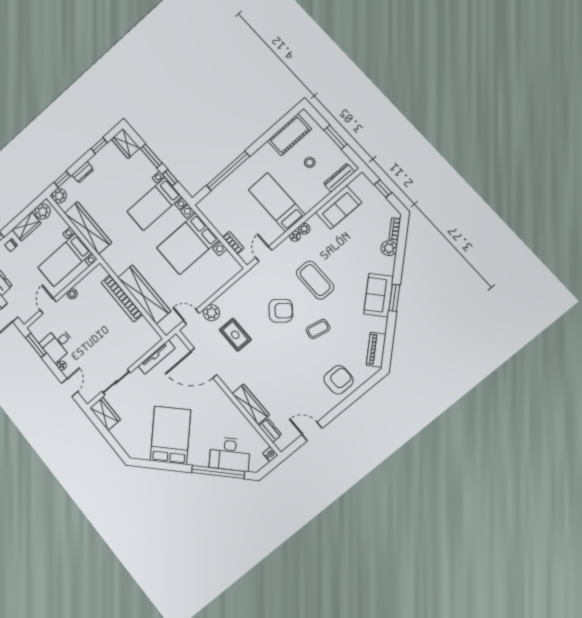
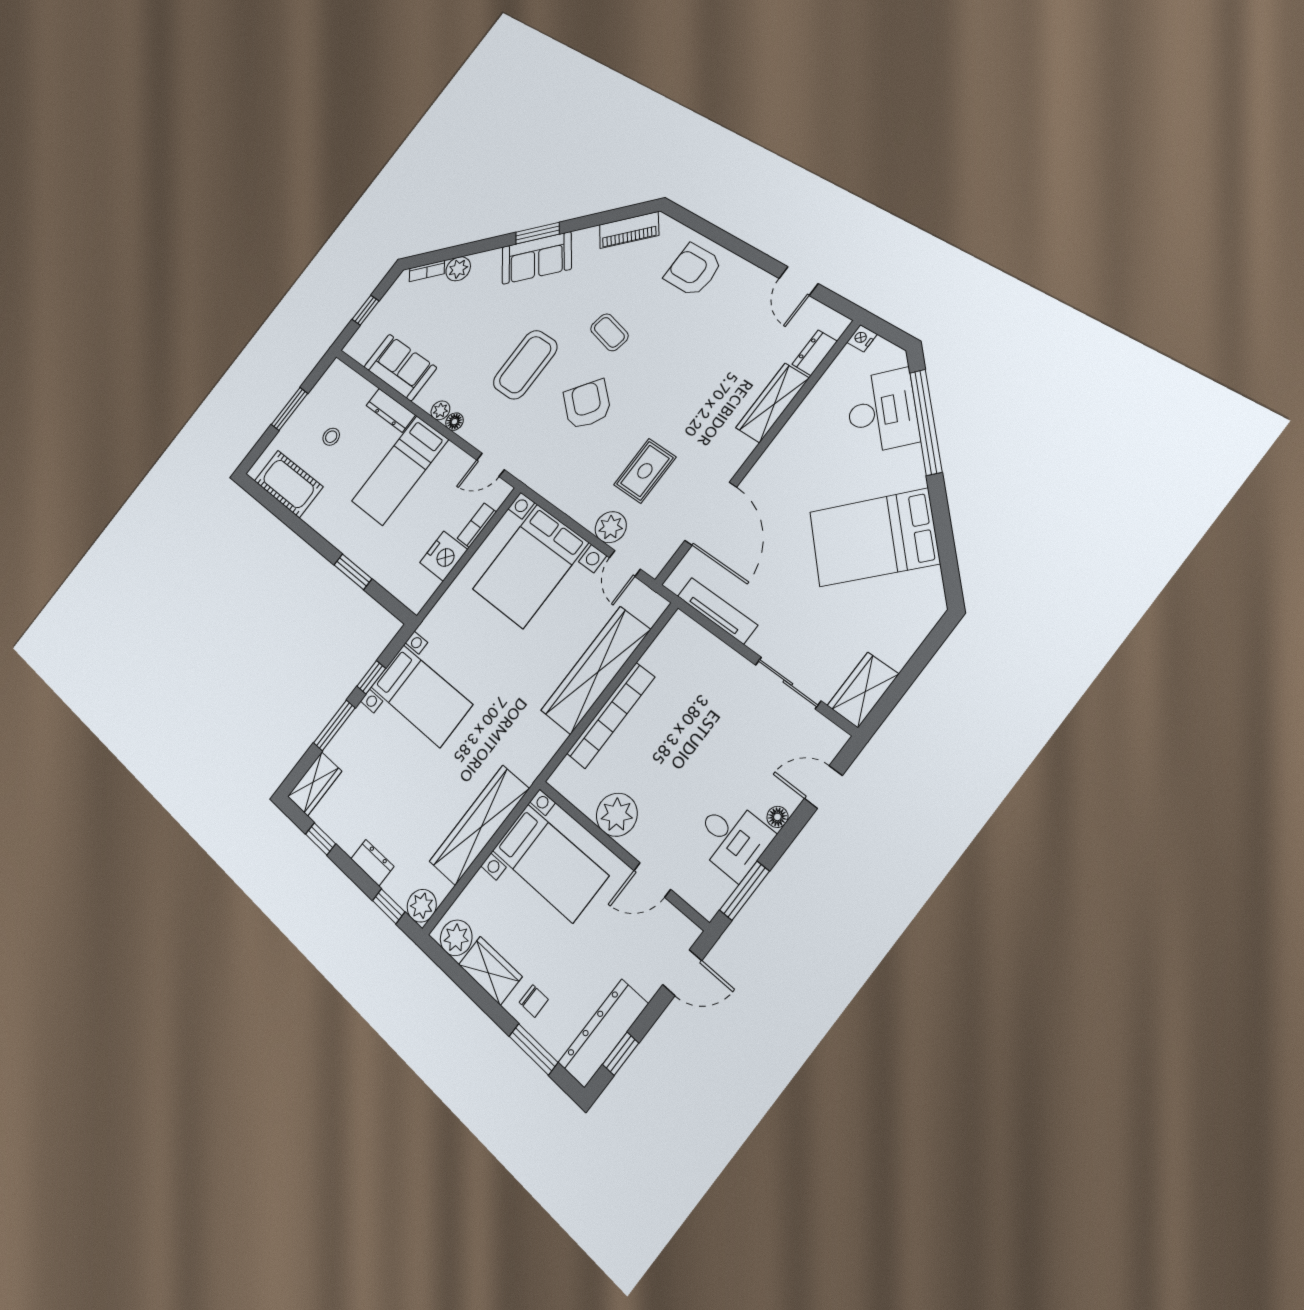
window: (228, 171) -> (353, 572), width x0.47
dresser: (339, 178) -> (391, 410), moved
nightstand: (222, 223) -> (444, 556), added
bed with nightstands: (188, 244) -> (530, 566), moved, turned 90
plant: (72, 294) -> (617, 815), width x1.88, depth x1.88

